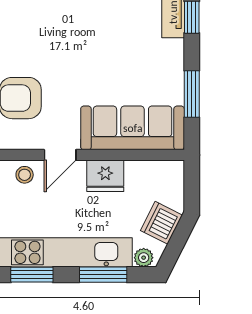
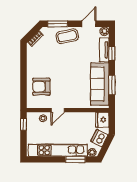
sofa: (133, 128) -> (100, 84), moved, turned -90
fridge: (105, 176) -> (102, 120), moved, turned 90
window: (32, 275) -> (46, 159), removed

